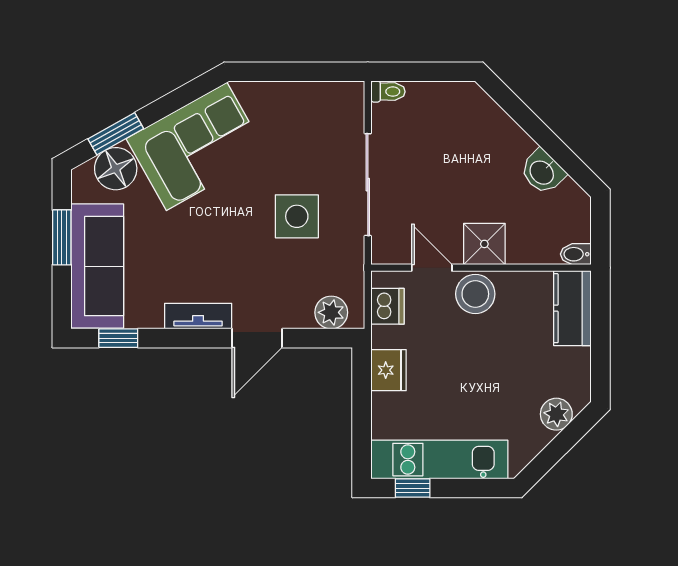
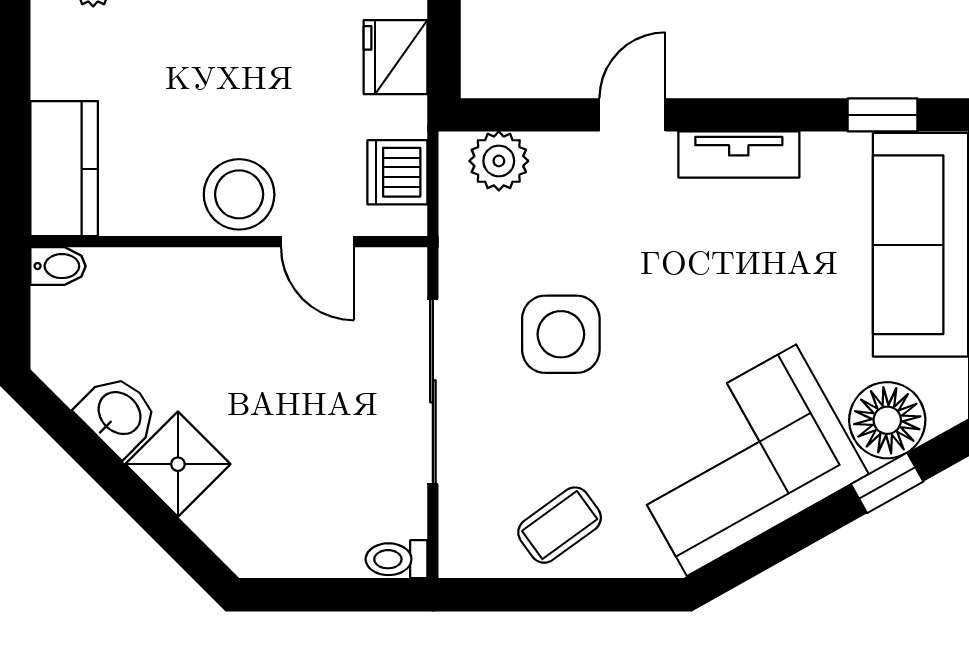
coffee table: (298, 110) -> (560, 525), added
window: (116, 134) -> (887, 483), width x0.67
shower: (484, 244) -> (178, 464), moved, turned 45
door: (257, 338) -> (632, 115), width x0.73

